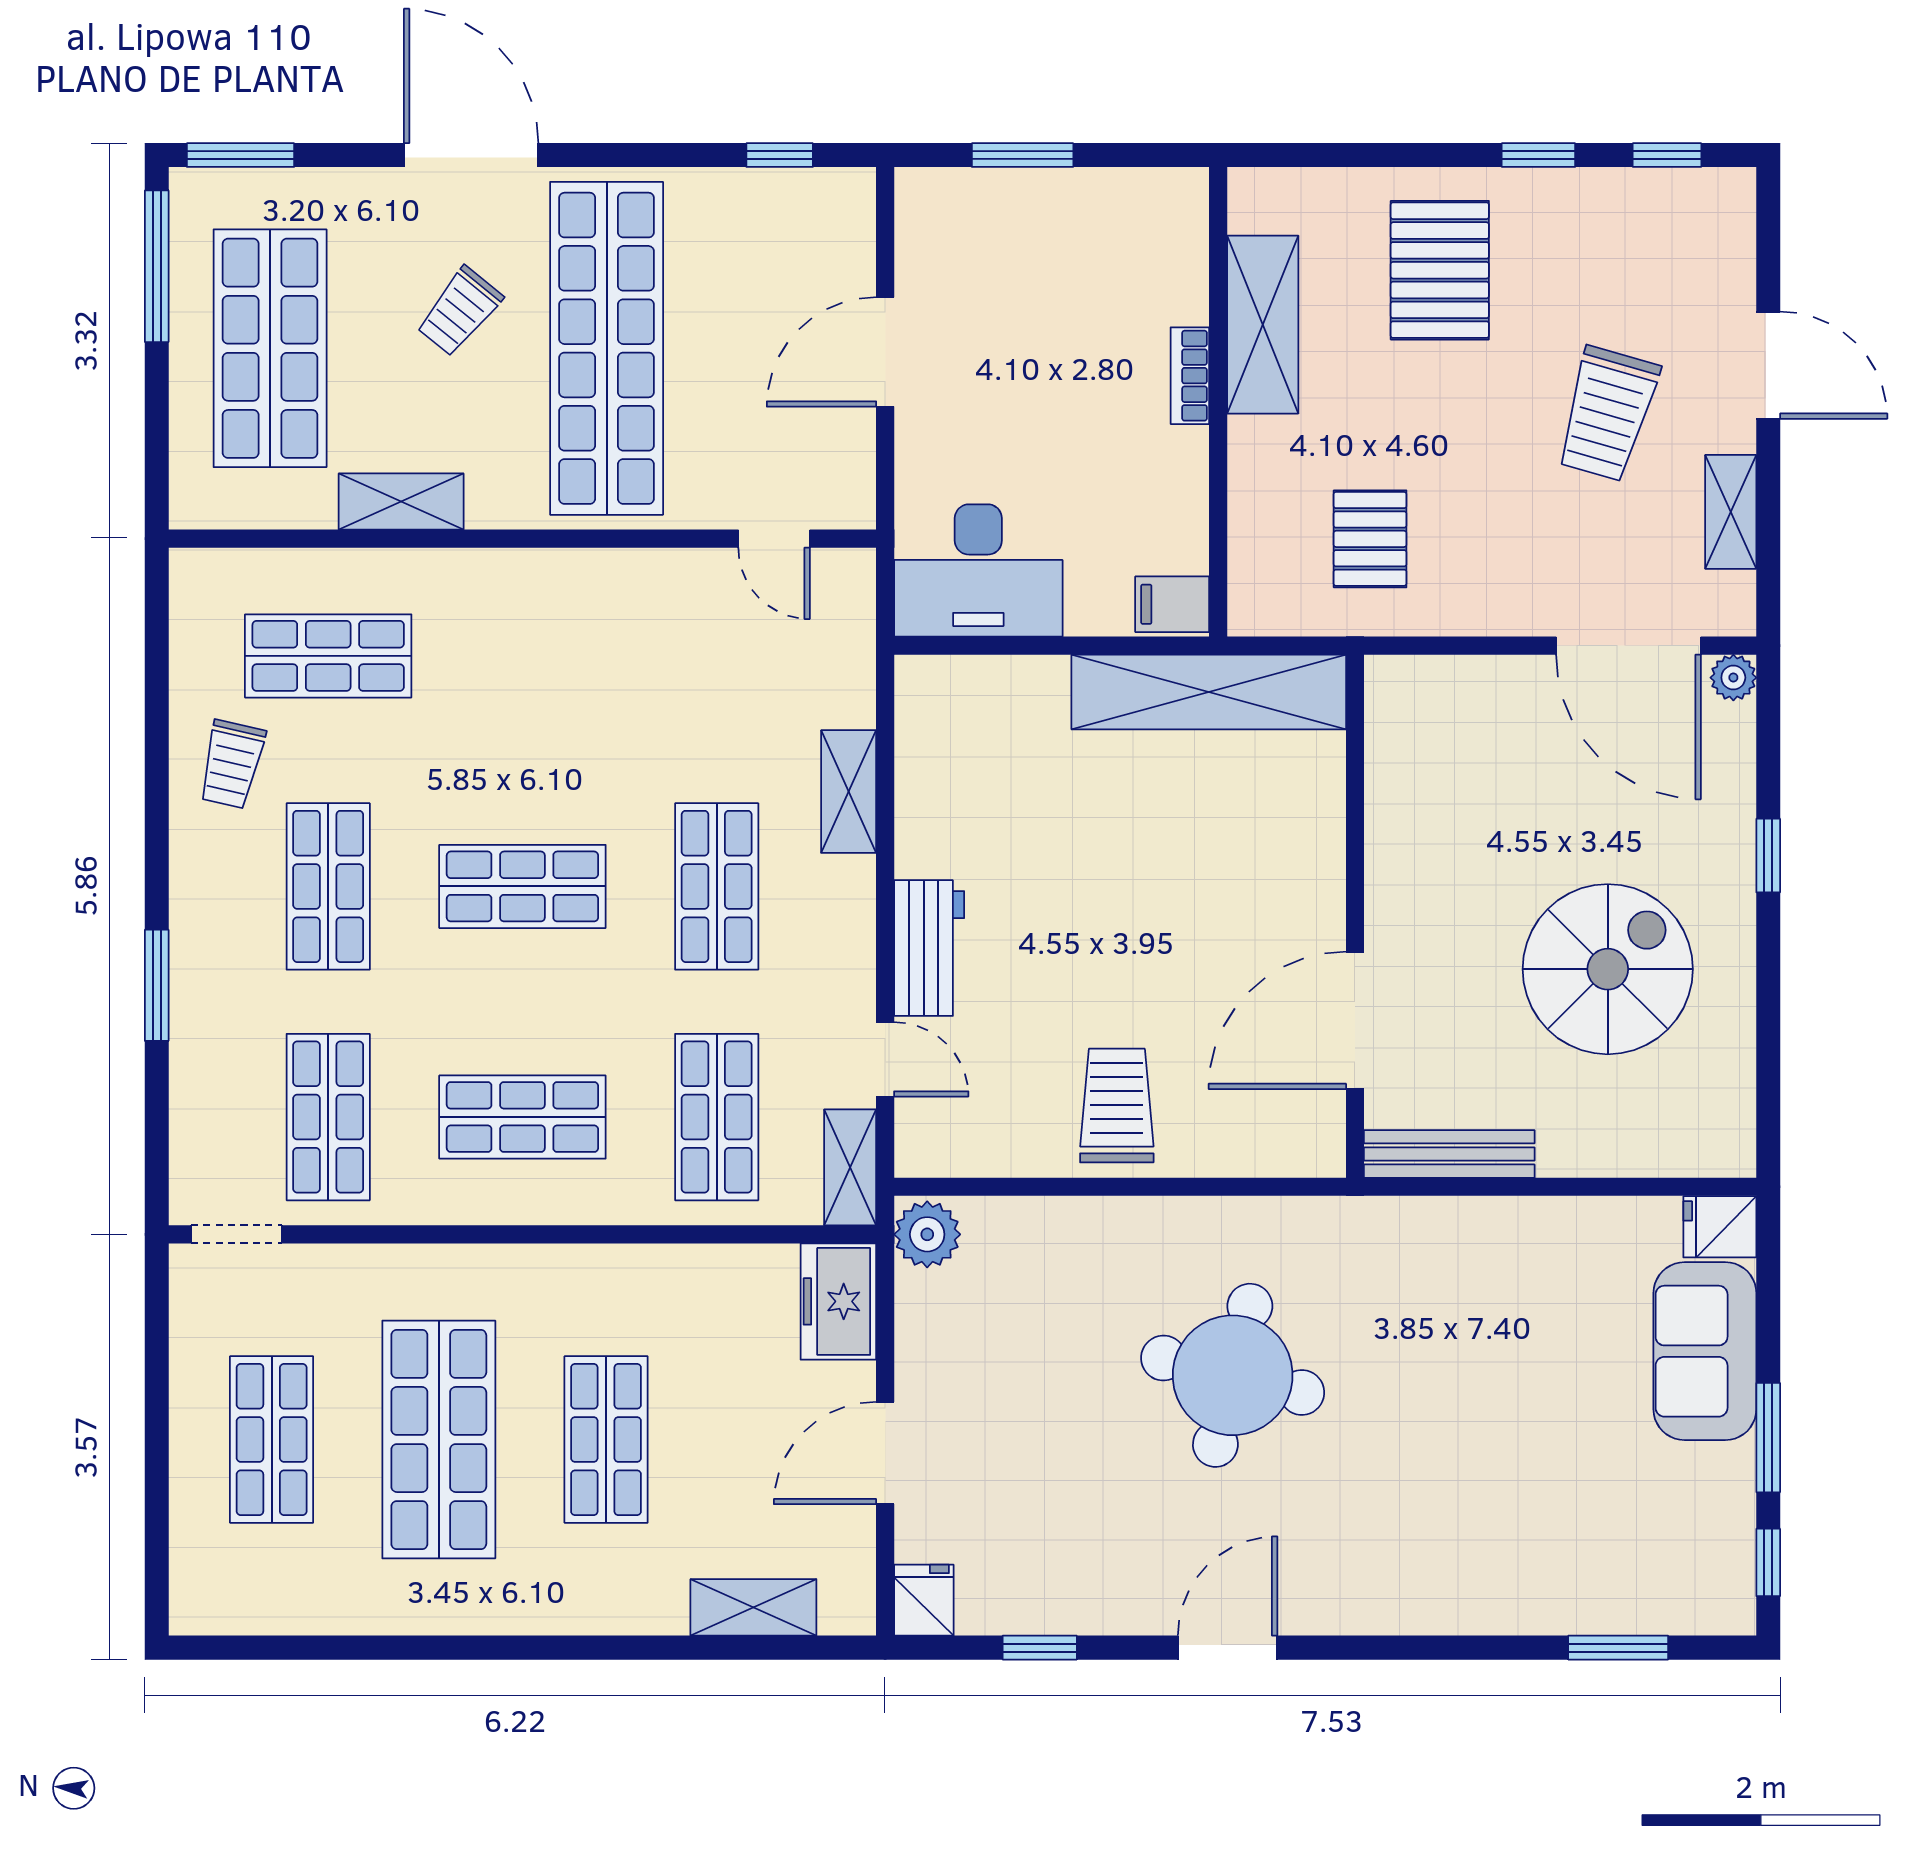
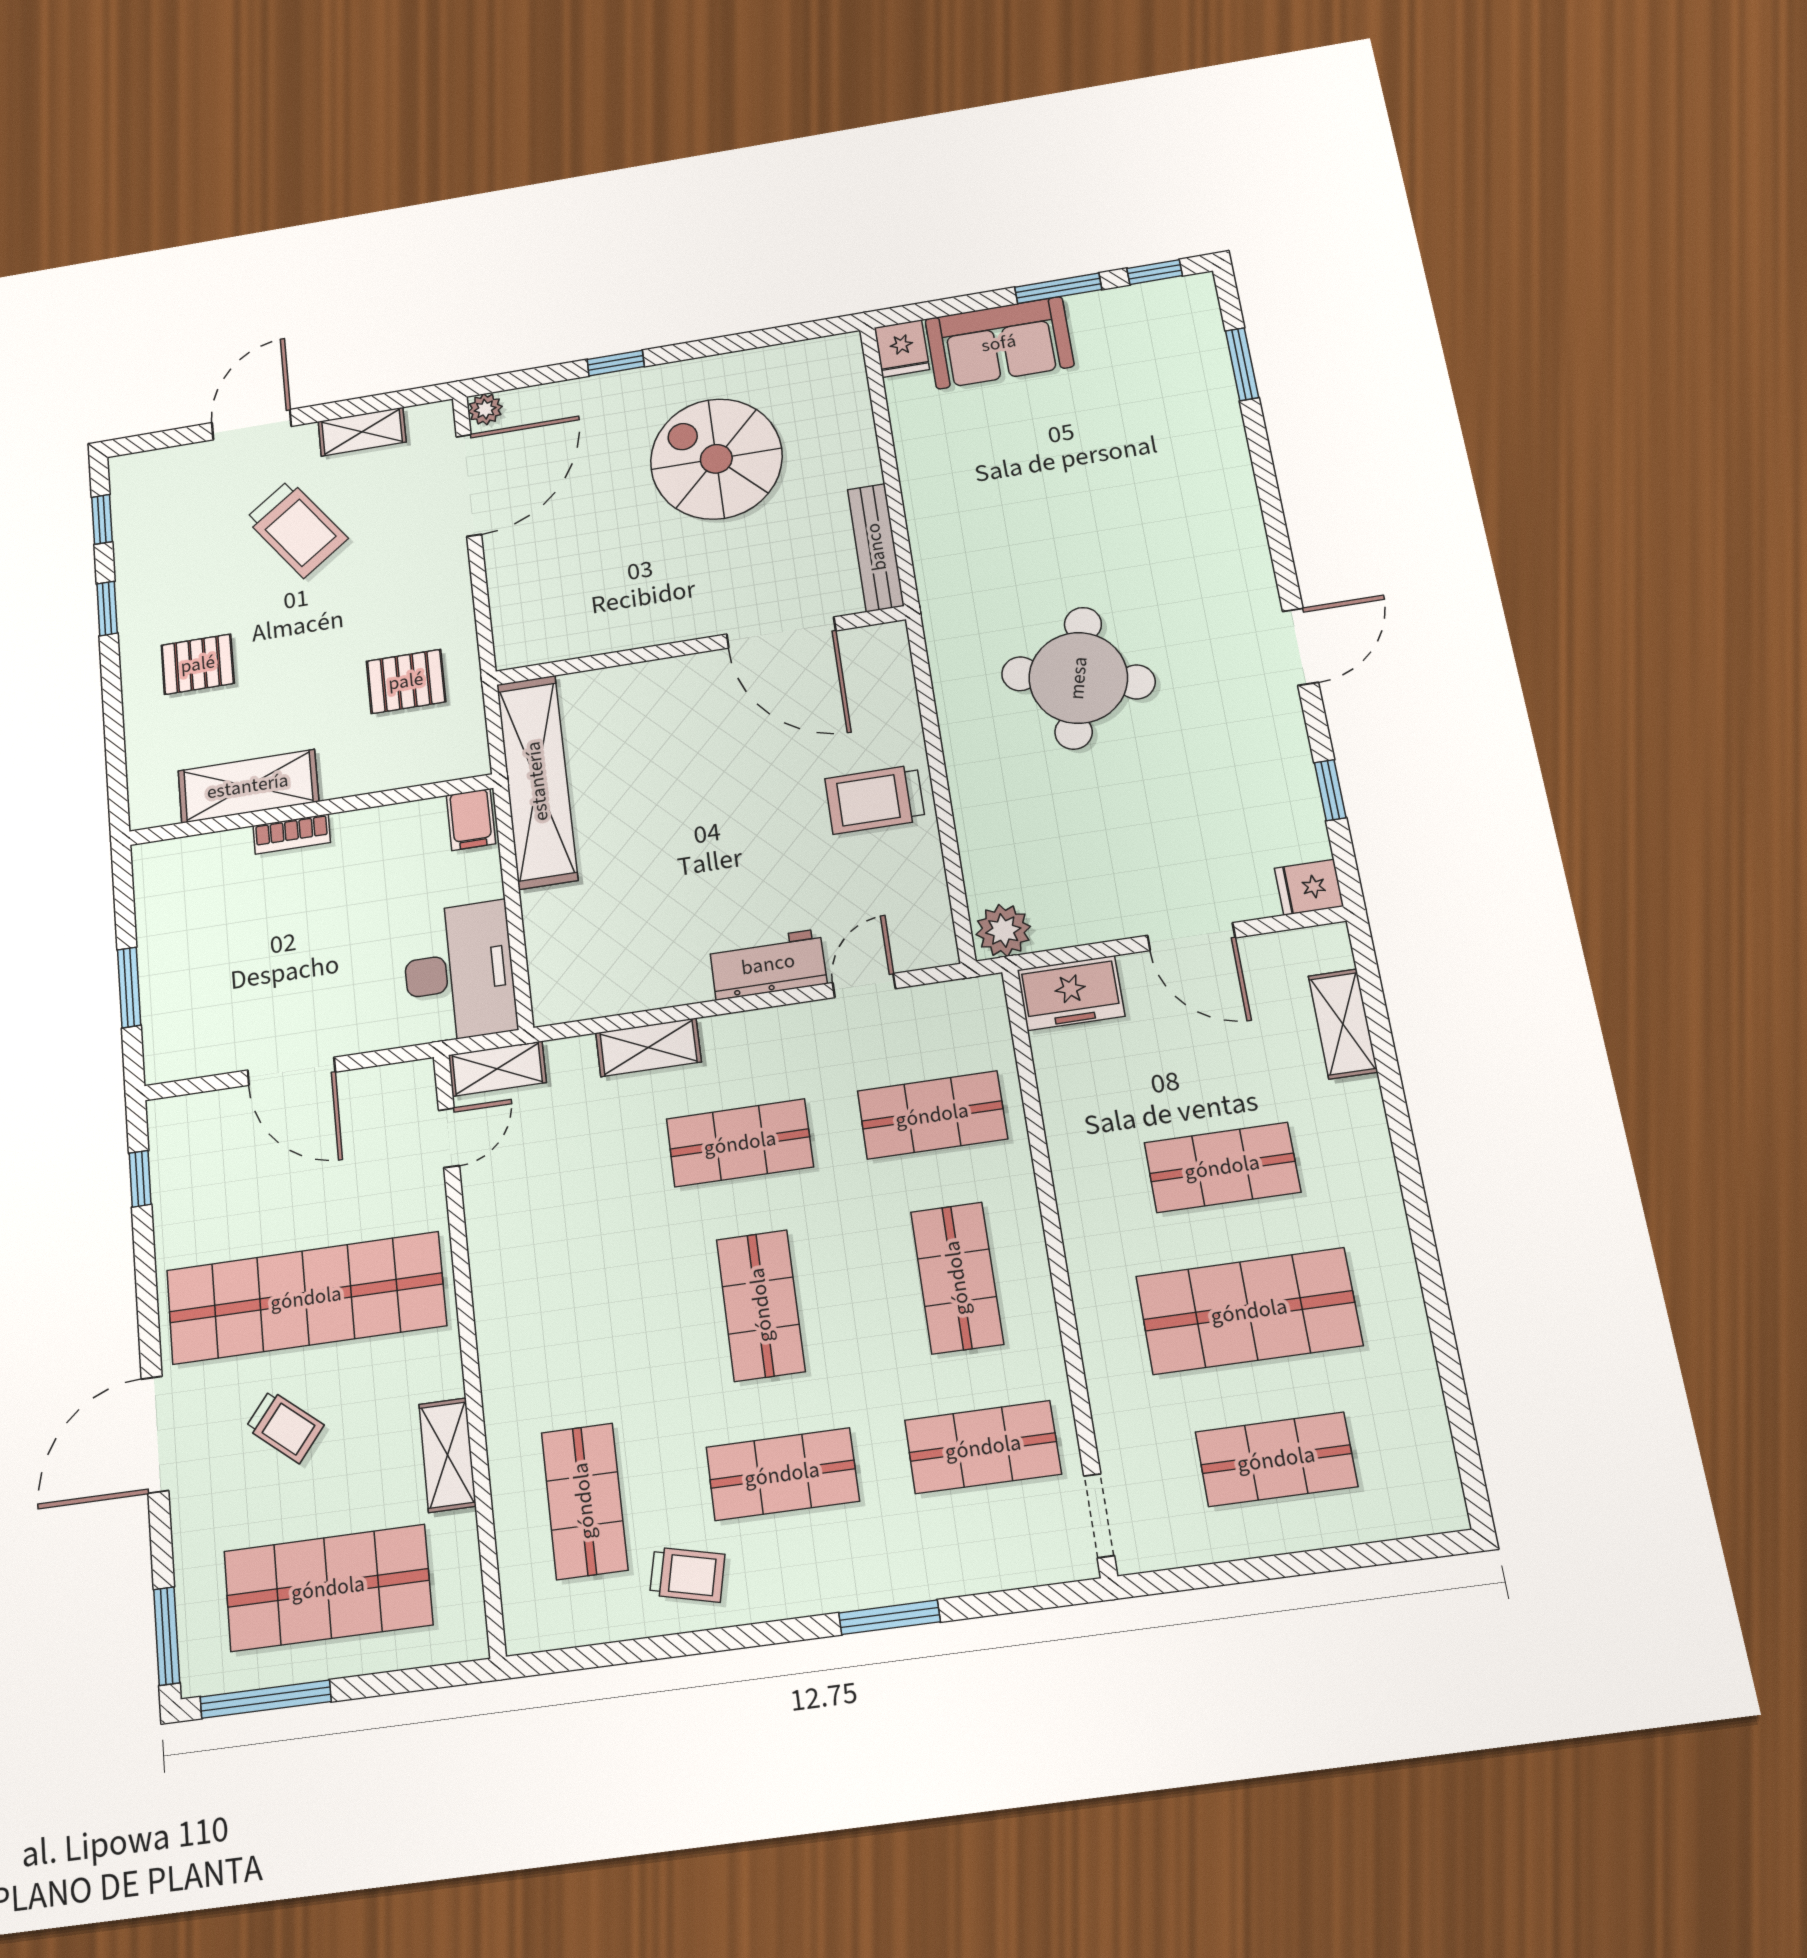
pallet: (1440, 270) -> (198, 664), width x0.67, depth x0.71
trolley: (1607, 414) -> (296, 529), turned 38
shelving: (850, 1167) -> (497, 1069), moved
door: (1228, 1648) -> (1300, 647), swing flipped

